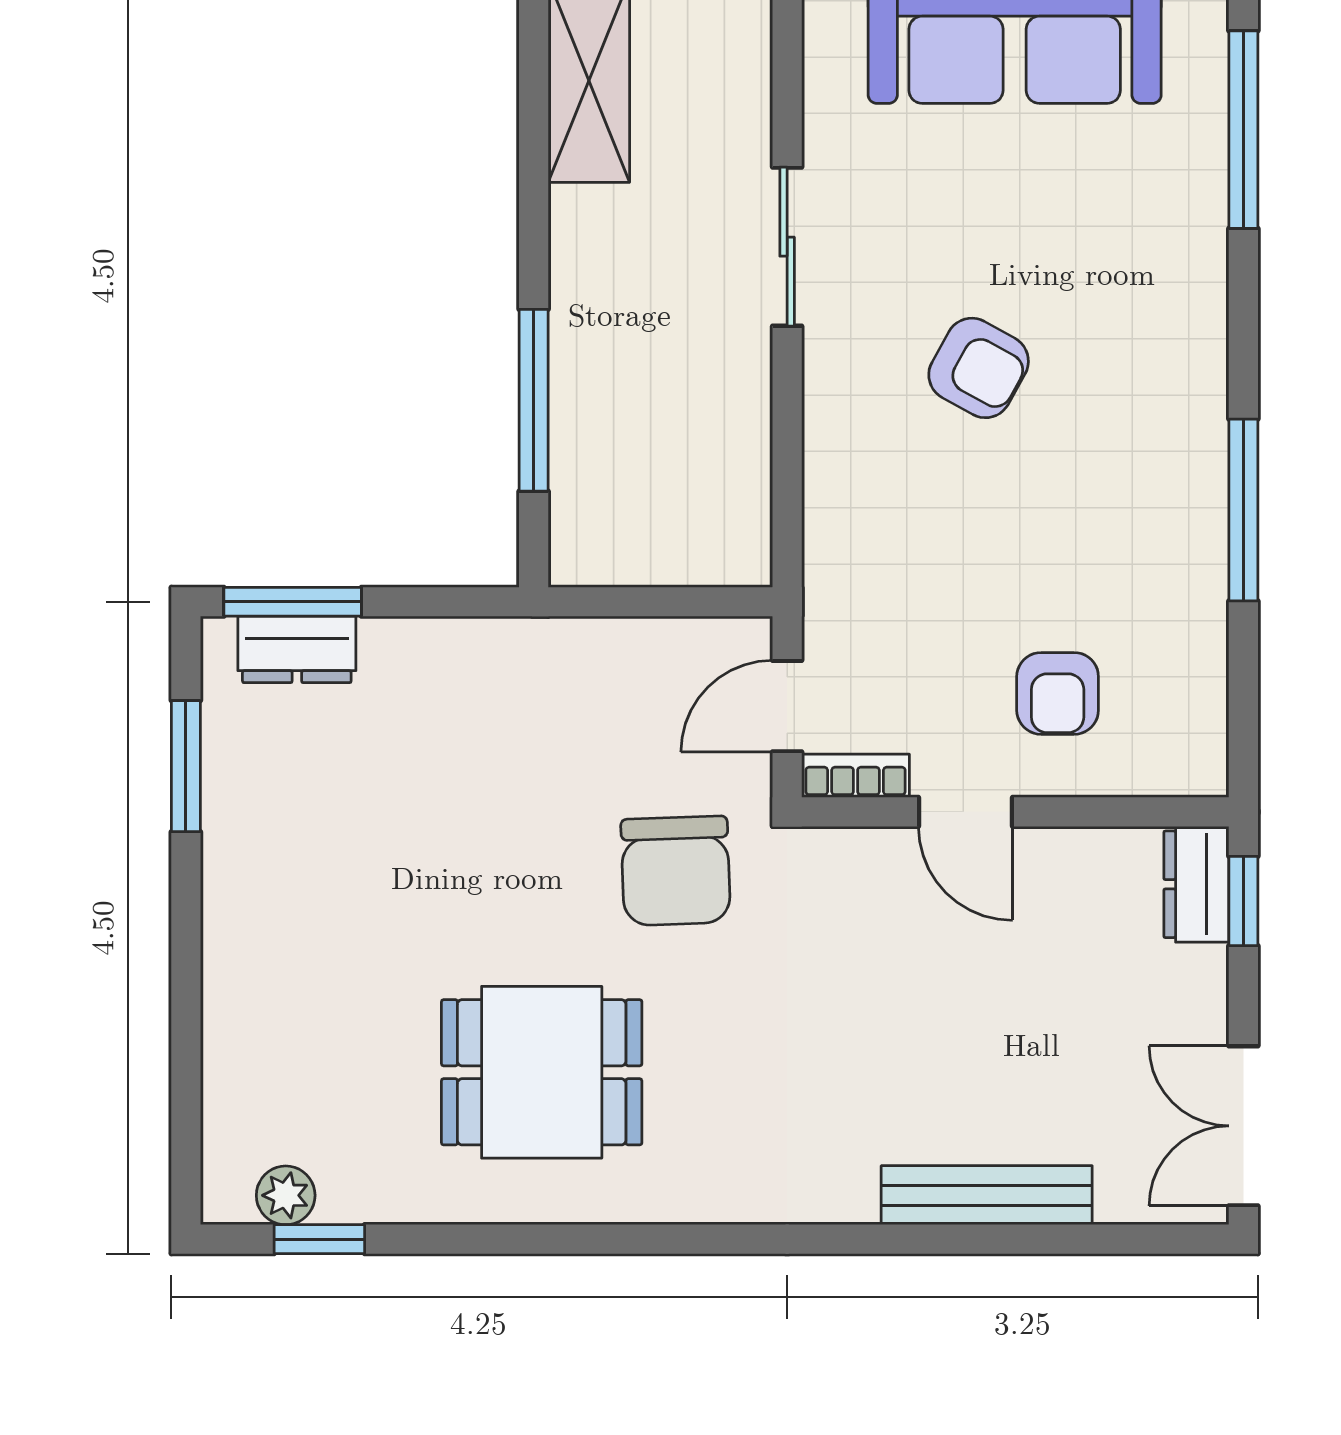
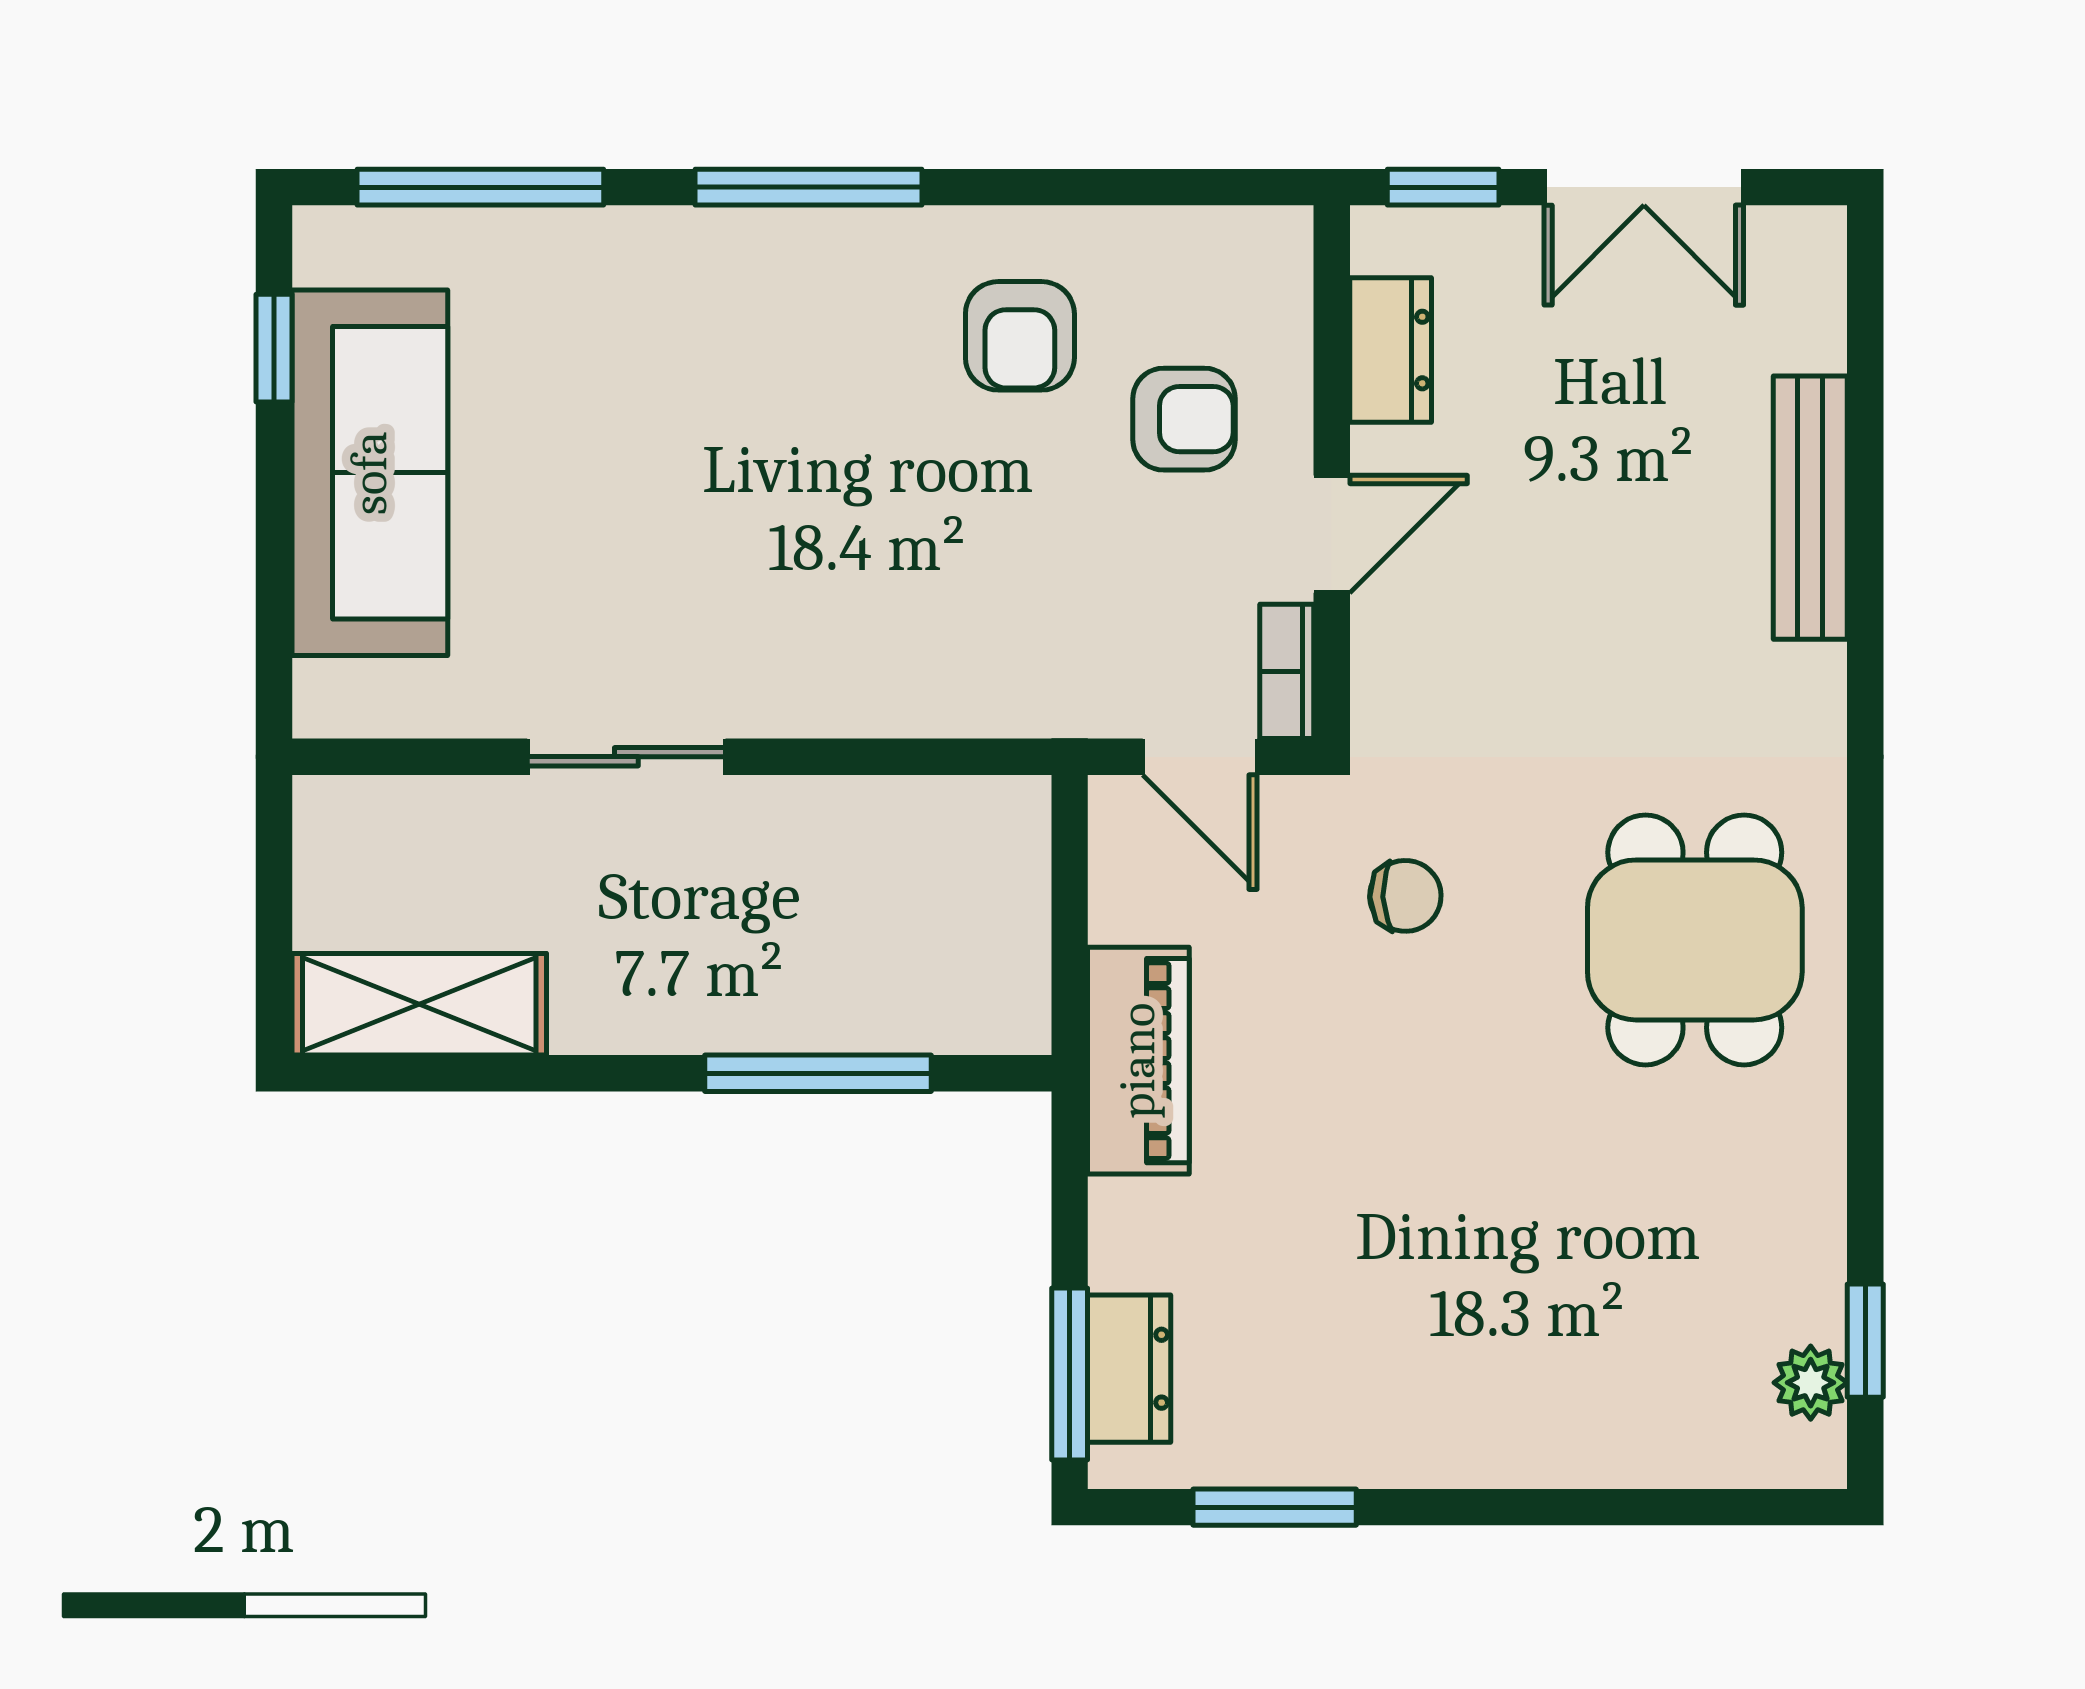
armchair: (979, 368) -> (1020, 336), moved, turned 151
window: (1243, 510) -> (808, 187), moved
piano: (544, 657) -> (1138, 1061), added
chair: (676, 871) -> (1405, 896), width x0.54, depth x0.54
dresser: (1196, 884) -> (1391, 350), moved, turned -90
dining table: (542, 1072) -> (1695, 940), moved
double door: (1243, 1126) -> (1644, 187), moved

